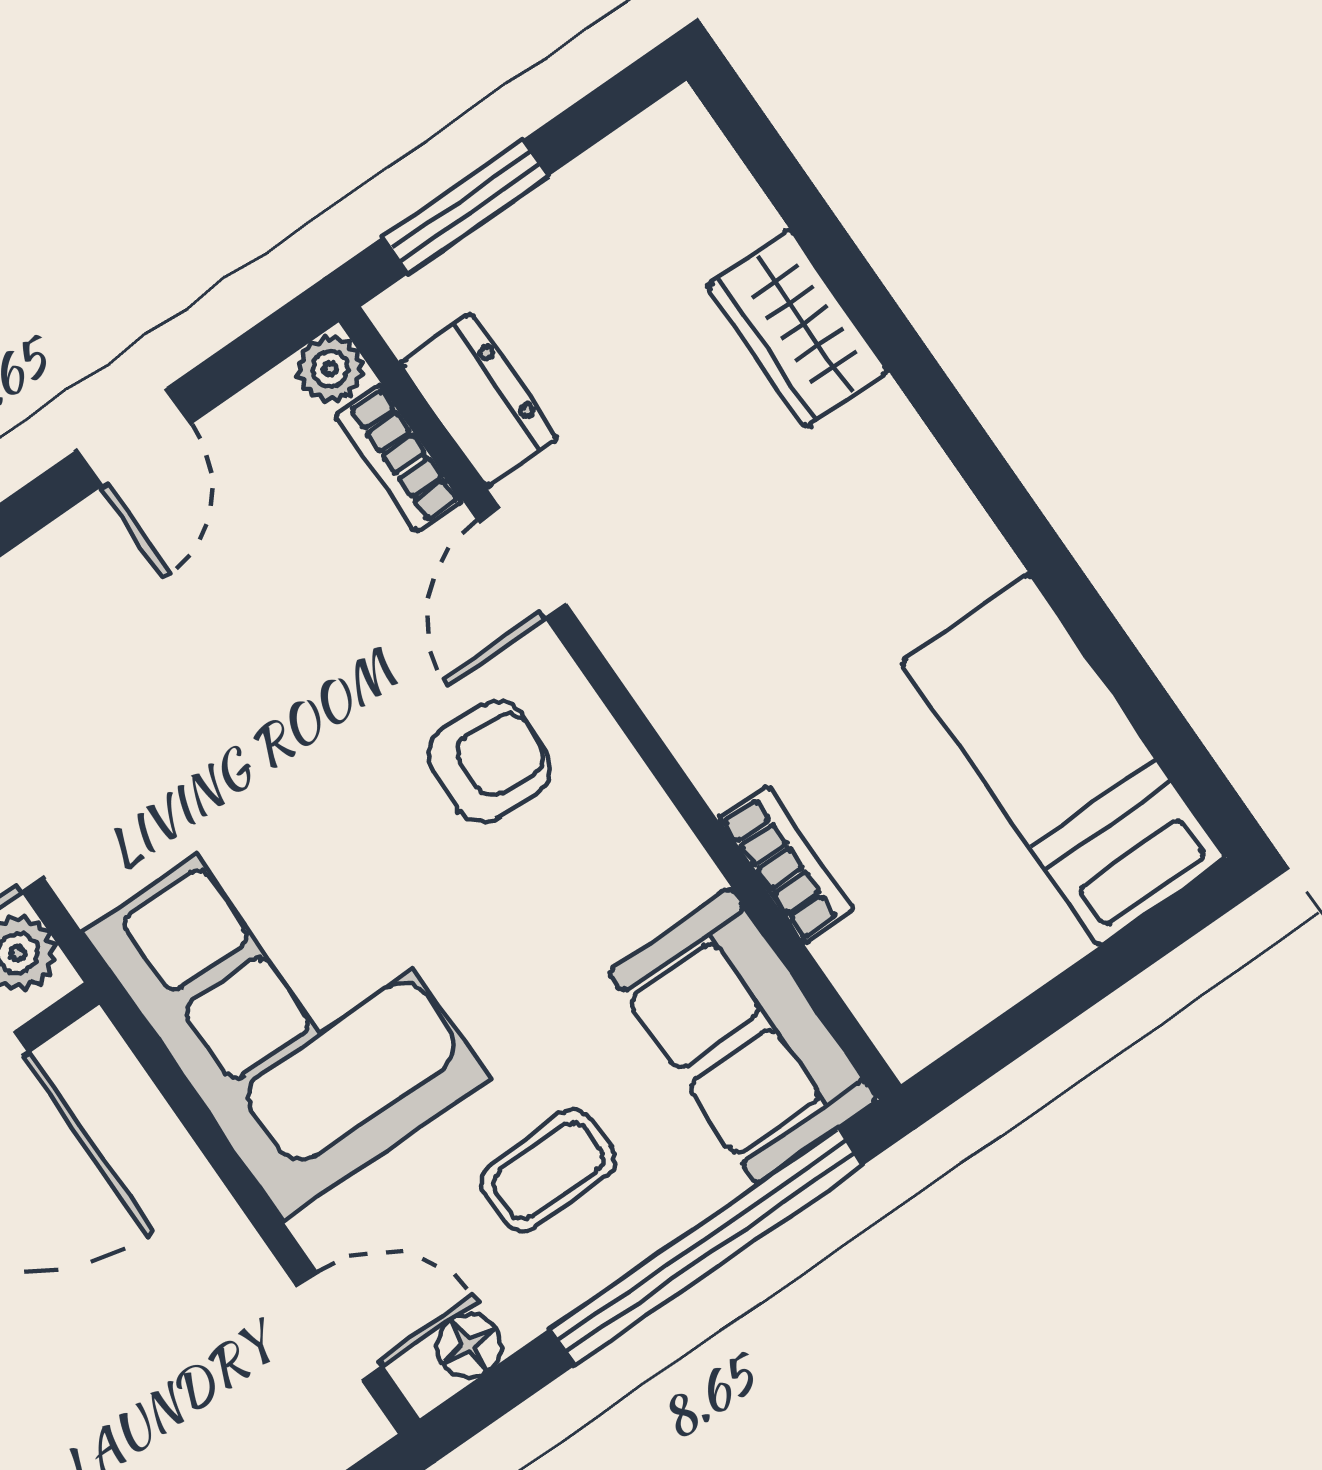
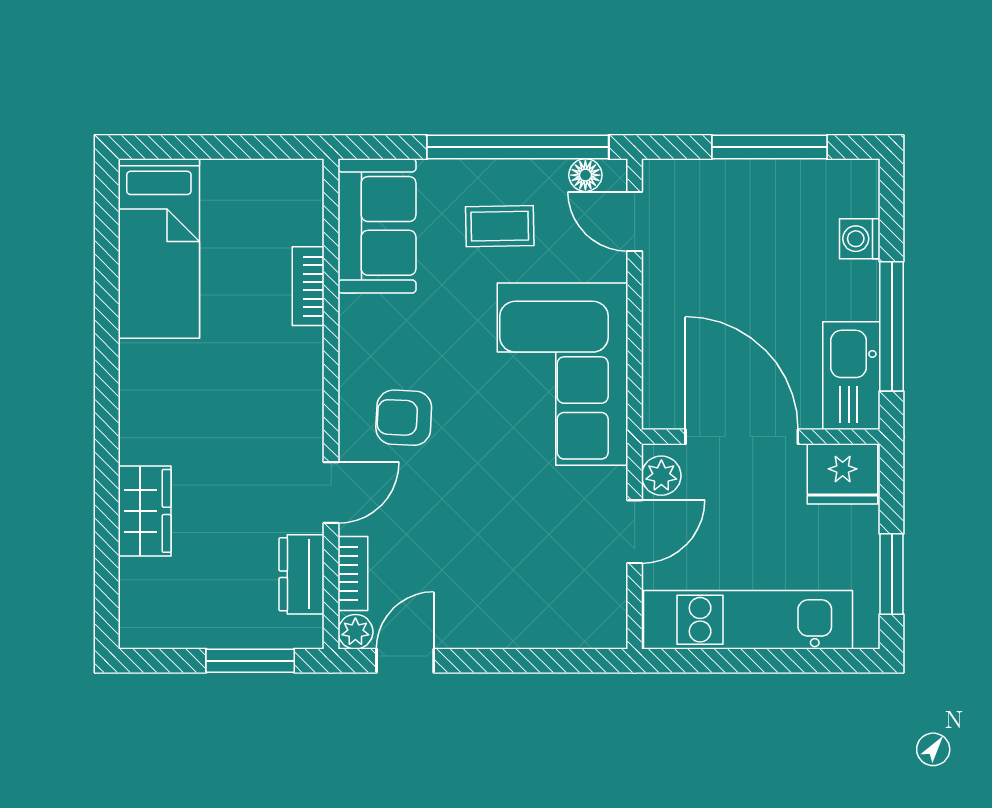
door: (134, 437) -> (405, 661), moved
window: (706, 1247) -> (518, 147), moved

